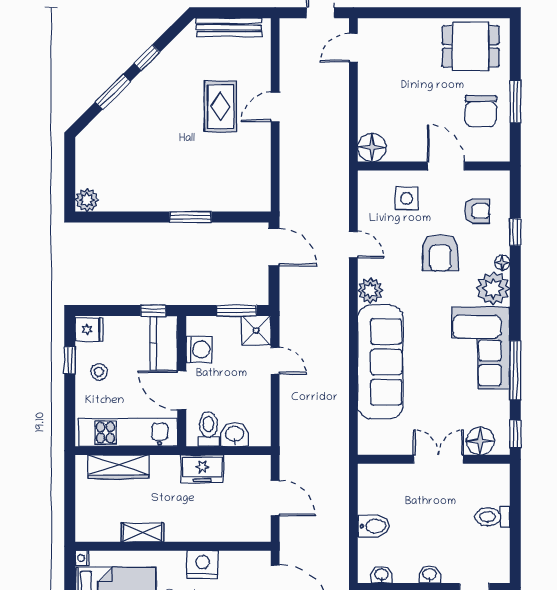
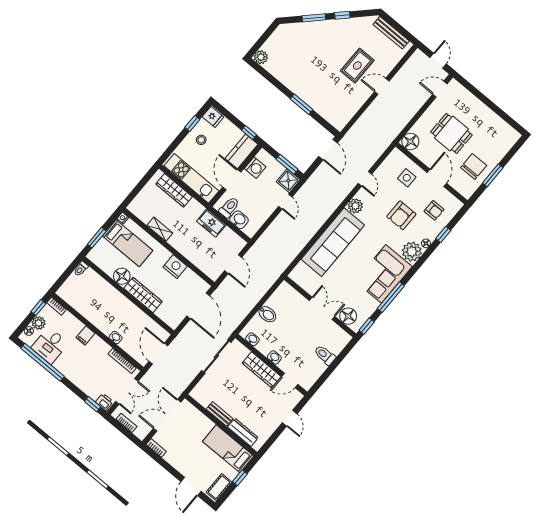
dining table: (471, 46) -> (451, 133), moved
chair: (481, 111) -> (474, 166), turned 180

